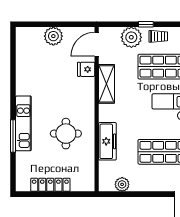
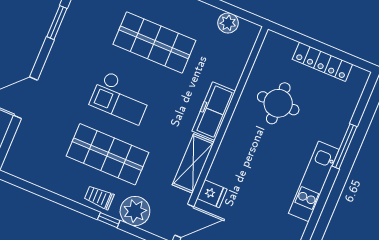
kitchen unit: (23, 123) -> (314, 181), moved
round table: (66, 134) -> (278, 103), moved
freezer: (107, 141) -> (214, 111), moved

